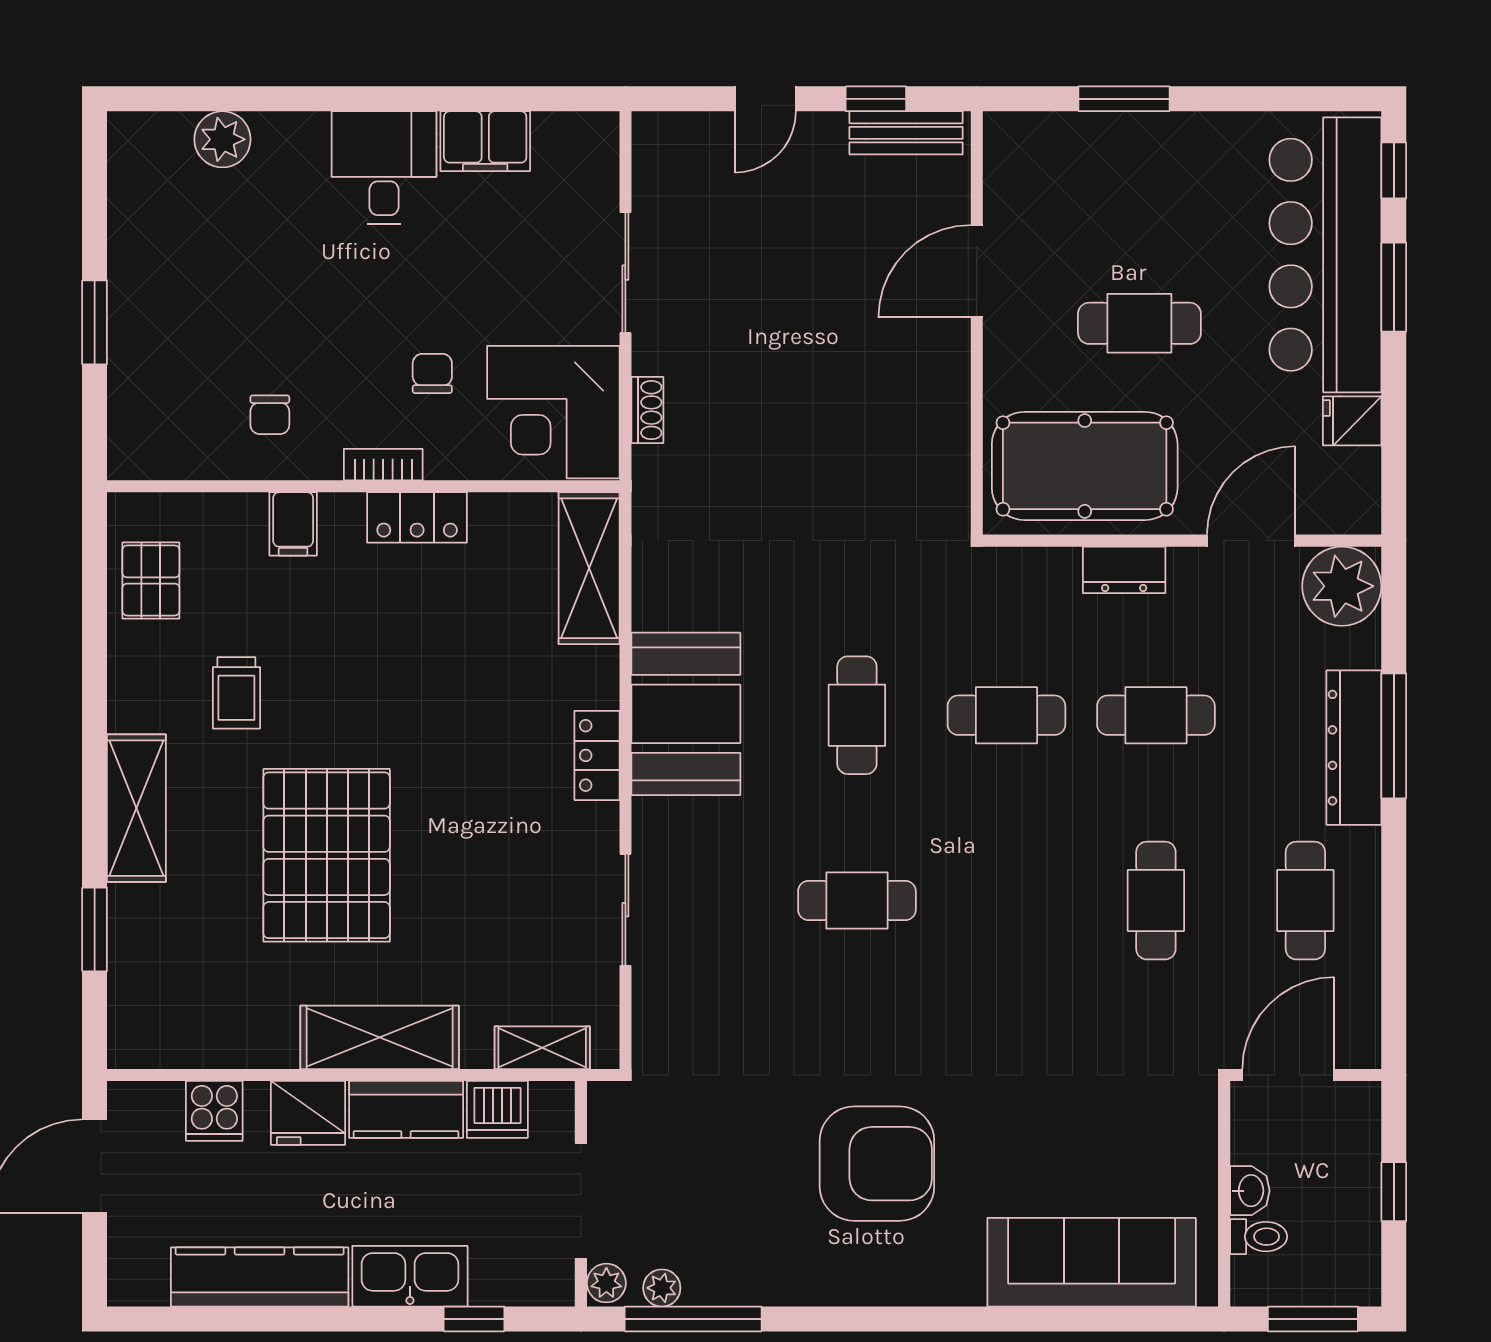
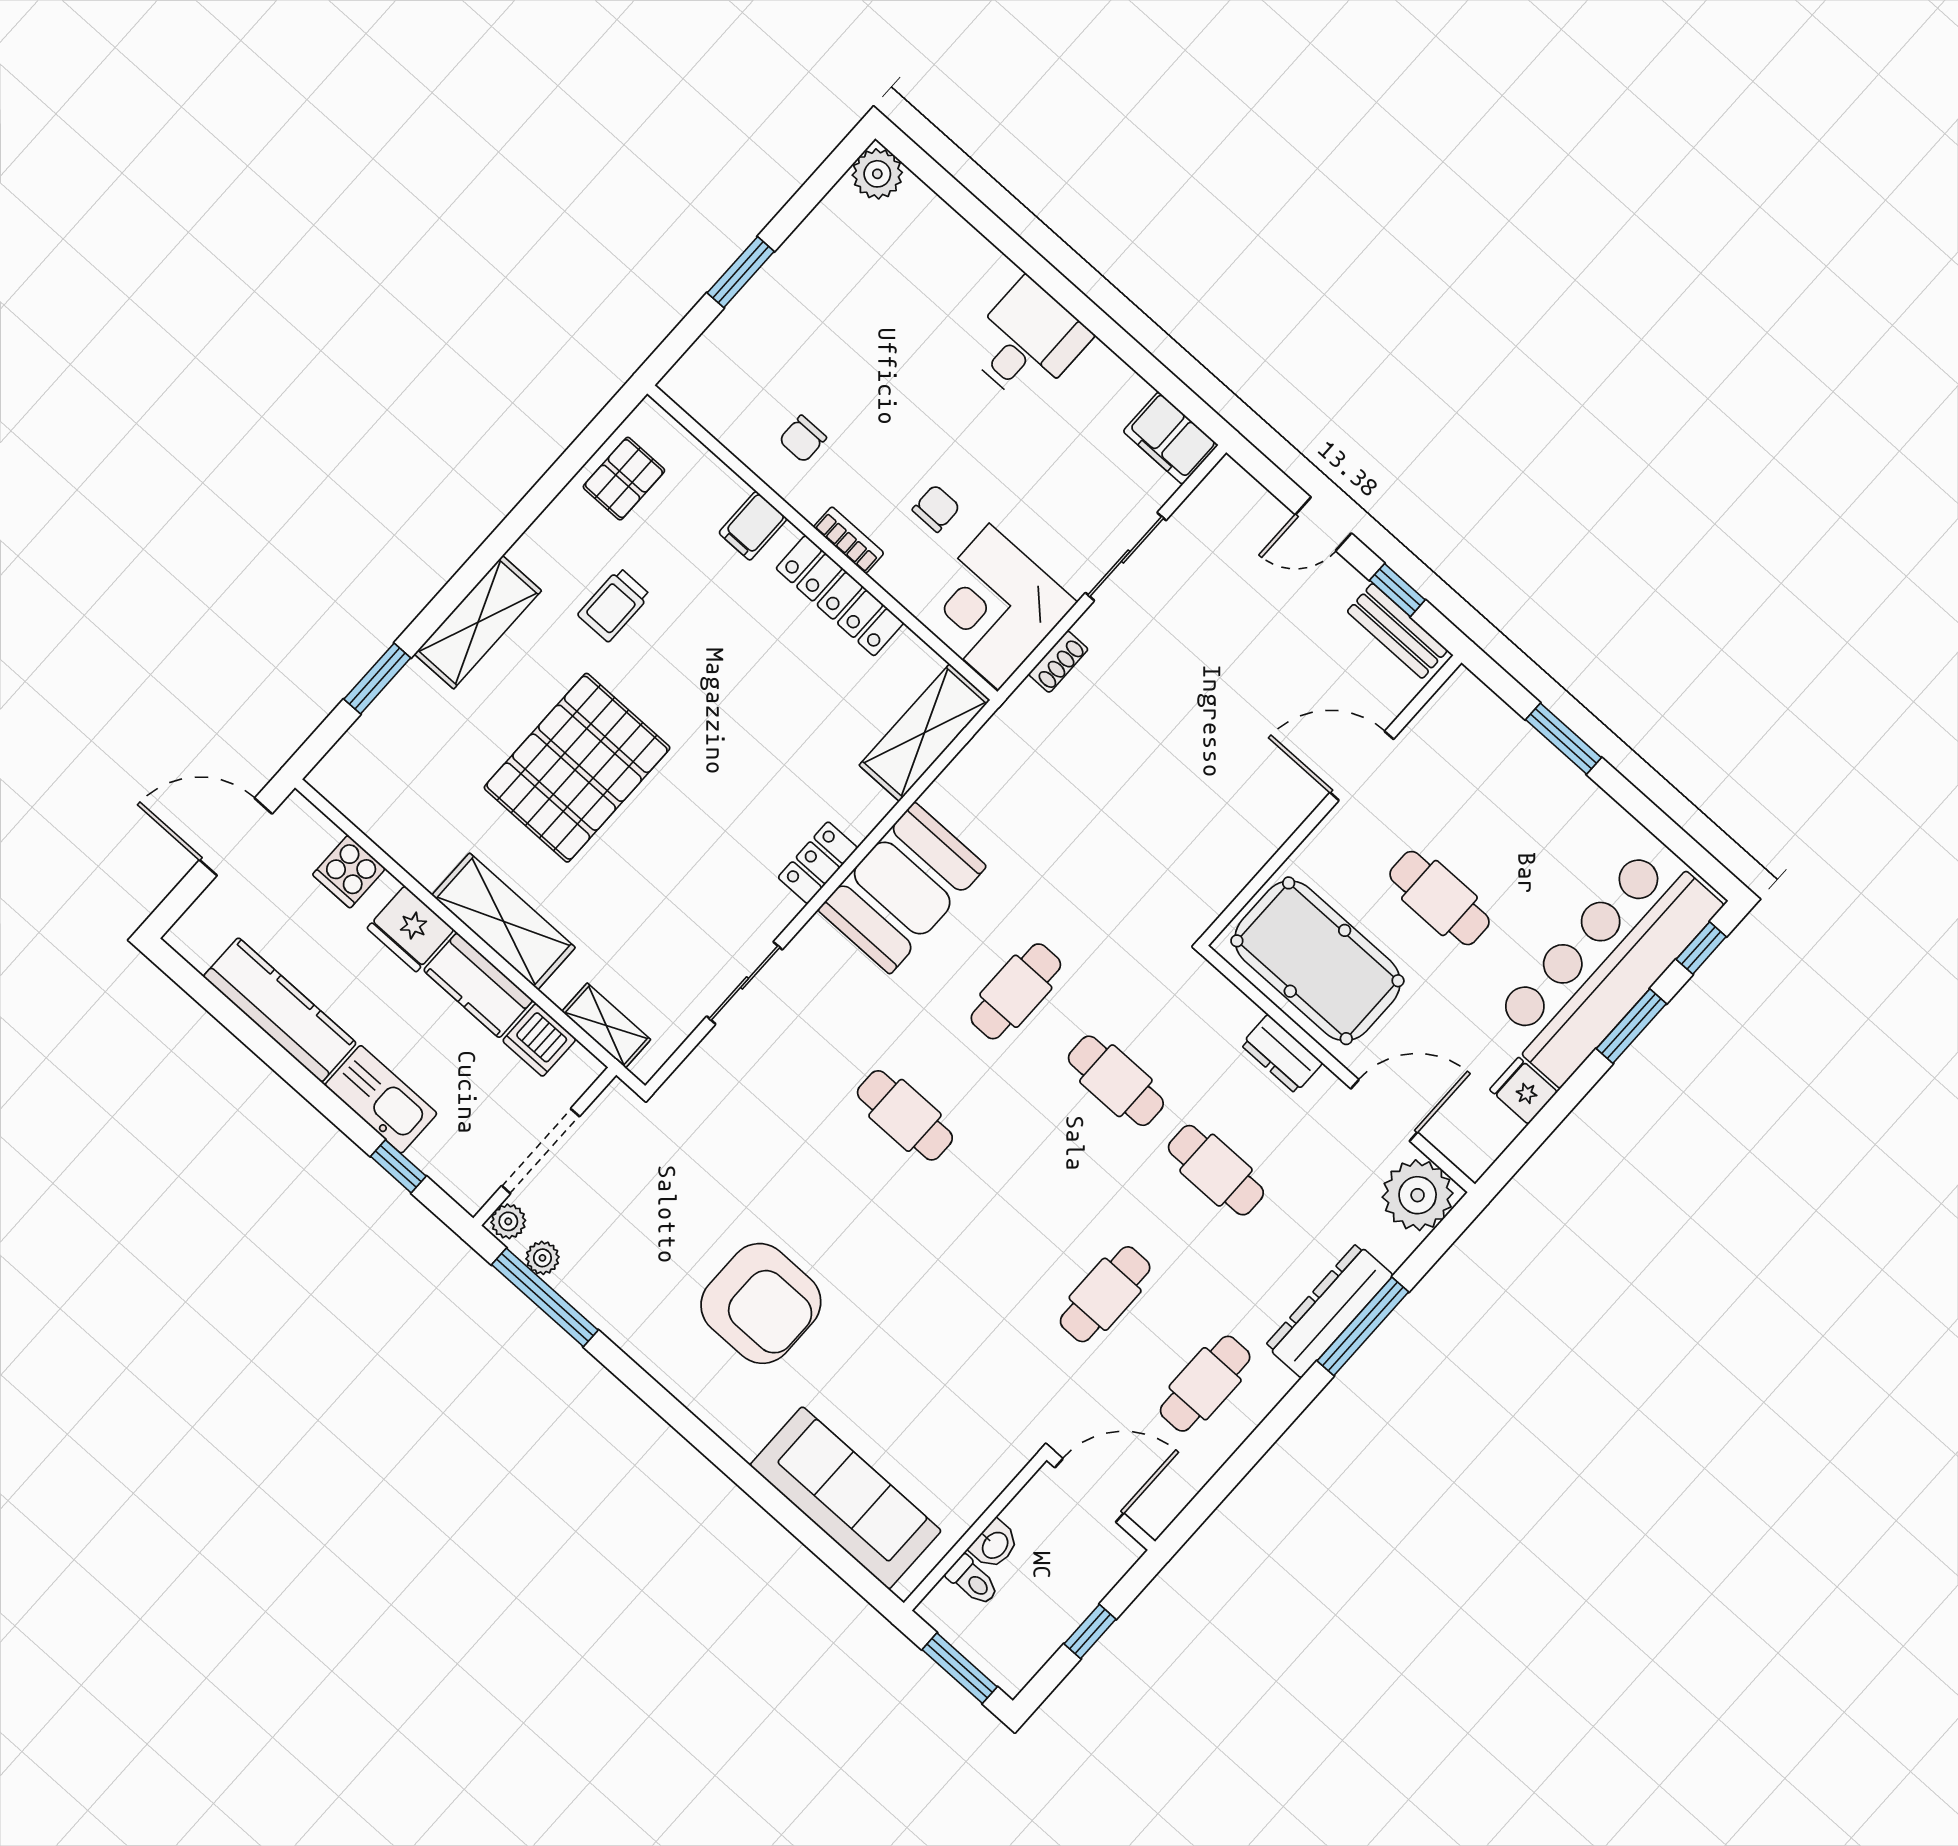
plant: (222, 139) -> (877, 174), moved
filing cabinet: (485, 141) -> (1170, 438), moved
locker: (417, 517) -> (840, 596), width x1.53

